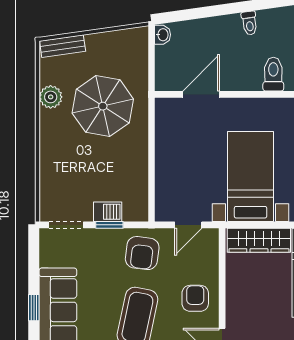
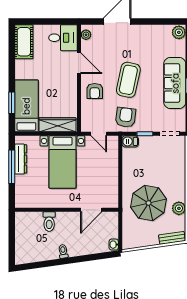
barbecue: (108, 212) -> (130, 141), moved
door: (188, 225) -> (99, 134), swing flipped

